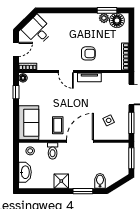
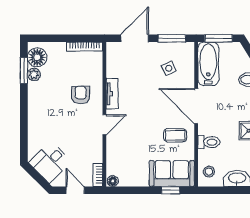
window: (16, 92) -> (171, 190), moved
bathtub: (112, 150) -> (208, 64), added

